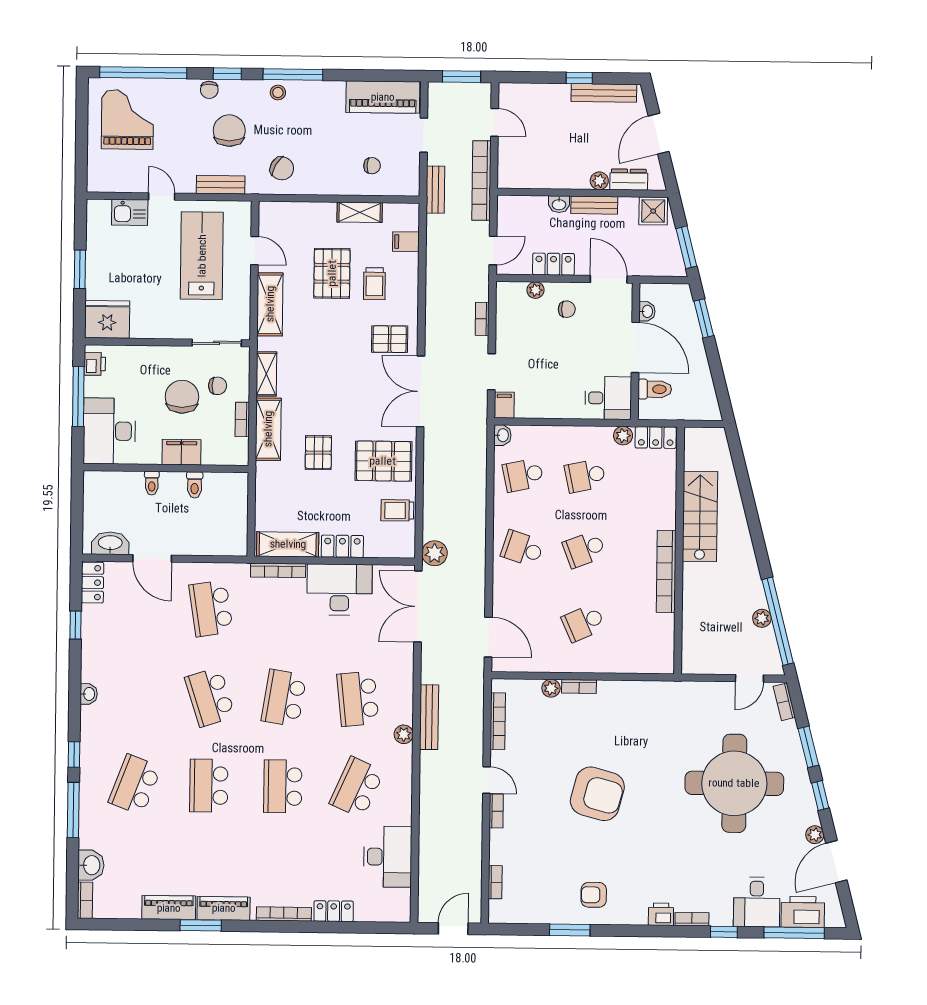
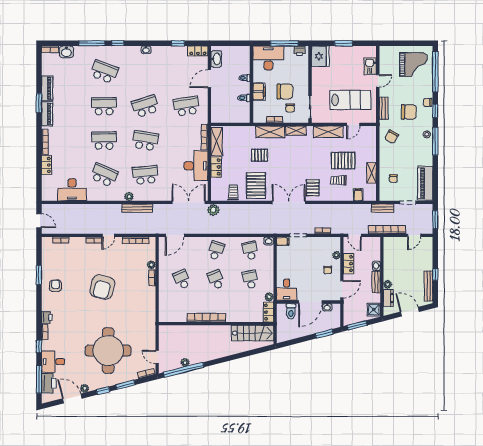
stairs: (700, 516) -> (253, 333), moved

